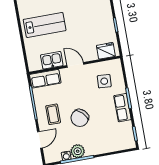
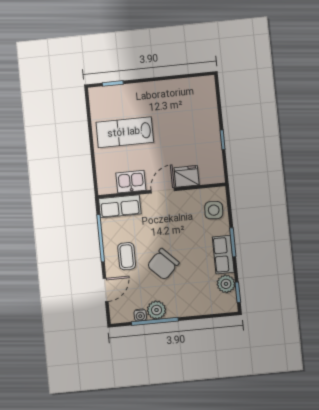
lab bench: (45, 25) -> (125, 132), turned 180
fridge: (106, 51) -> (187, 176), moved
door: (75, 65) -> (163, 190), hinge flipped
side table: (104, 81) -> (214, 210), moved
plant: (126, 128) -> (226, 284), added

